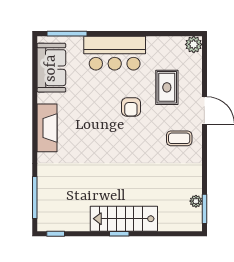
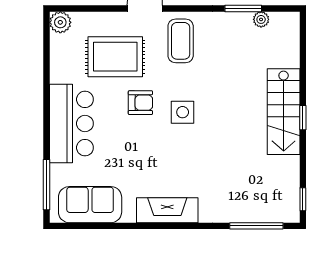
rug: (167, 87) -> (115, 57), width x1.36, depth x1.43
coffee table: (179, 138) -> (181, 41), width x1.36, depth x1.30
side table: (124, 140) -> (183, 112), added
window: (204, 209) -> (243, 8), moved

